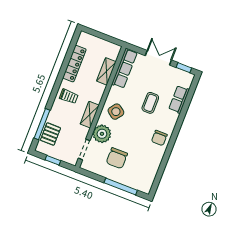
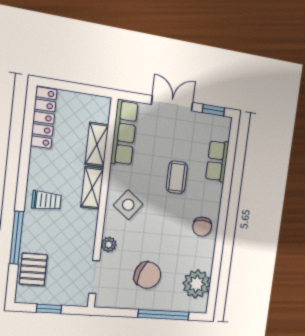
locker: (74, 64) -> (44, 118), moved
shelving: (90, 115) -> (92, 188), moved
window: (42, 124) -> (17, 238), moved
plant: (102, 134) -> (109, 245), width x0.53, depth x0.53
chair: (117, 158) -> (148, 275), turned -70
plant: (147, 173) -> (197, 284), added

